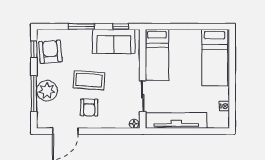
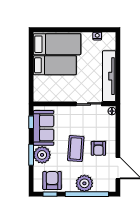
plant: (81, 40) -> (42, 155), added
armchair: (50, 52) -> (52, 181), turned 95
bed: (157, 55) -> (55, 65), moved
window: (34, 94) -> (87, 194), width x1.46
armchair: (89, 108) -> (98, 148), turned 90

